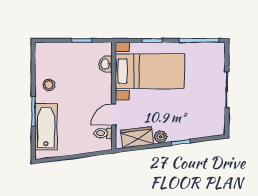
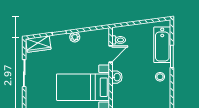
washbasin: (105, 64) -> (117, 77), moved
wardrobe: (137, 137) -> (38, 44), moved

